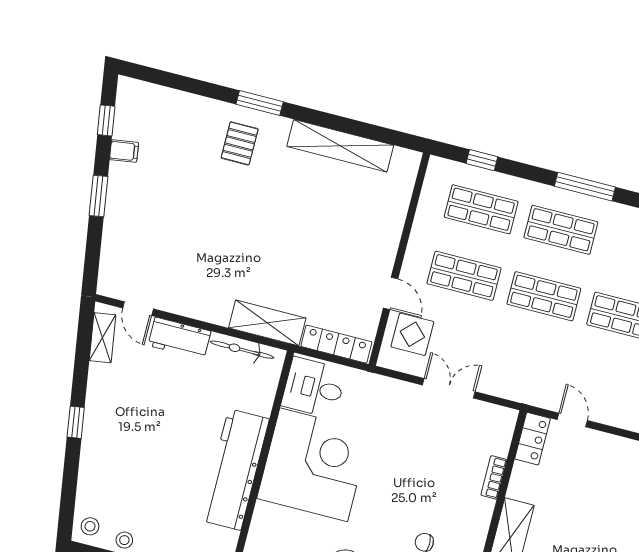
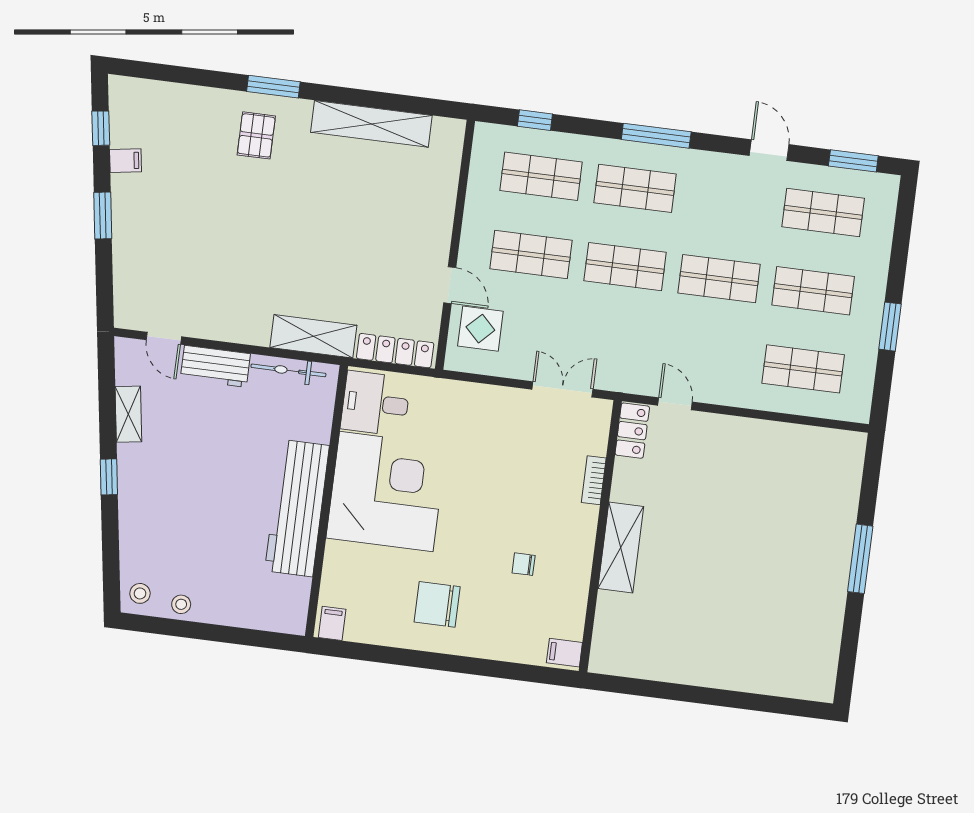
shelving: (103, 338) -> (128, 414), moved
double door: (449, 388) -> (562, 389), moved

